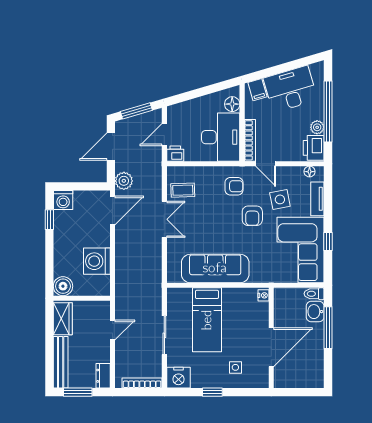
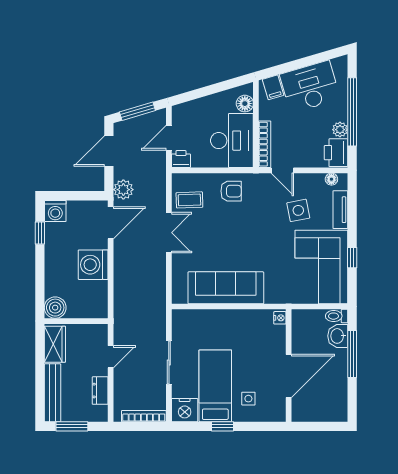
armchair: (234, 186) -> (231, 191), moved
armchair: (252, 216) -> (267, 229), removed
washing machine: (97, 261) -> (93, 265), moved
bed: (207, 320) -> (215, 386), moved, turned 180
dresser: (103, 376) -> (100, 391), moved

